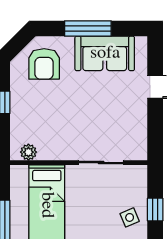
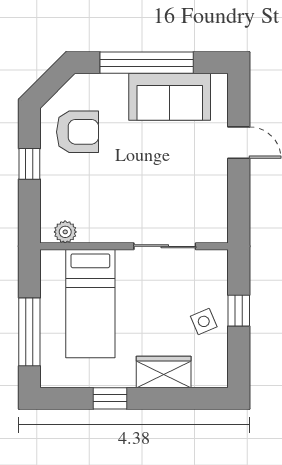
window: (88, 29) -> (147, 63), width x1.46
armchair: (44, 64) -> (78, 132), moved, turned -90

